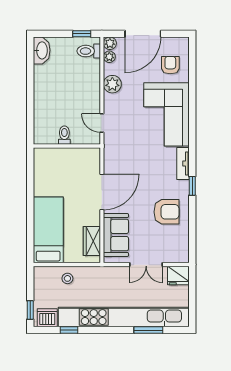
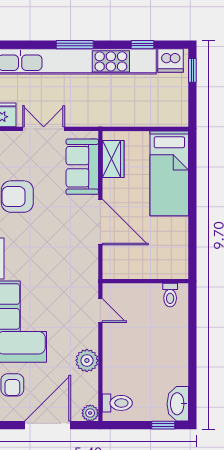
window: (82, 34) -> (163, 425), moved
plant: (109, 57) -> (91, 396), removed
toilet: (64, 135) -> (170, 295), moved
door: (102, 192) -> (100, 222), swing flipped
stool: (67, 278) -> (145, 111), removed
window: (148, 330) -> (75, 45), moved

